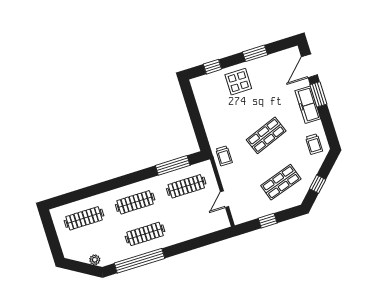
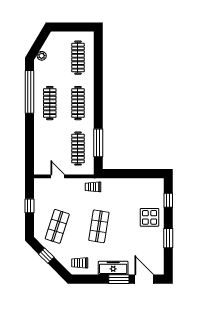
shop shelf: (266, 135) -> (99, 226), turned 30
shop shelf: (281, 182) -> (57, 226), turned 36

